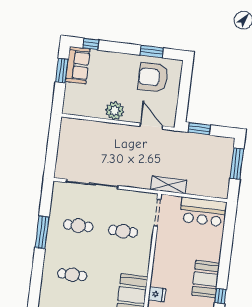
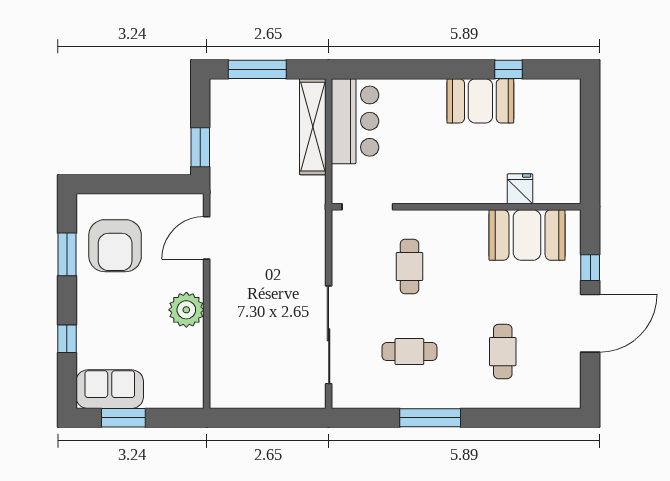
window: (91, 44) -> (67, 339), moved
shelving: (169, 185) -> (313, 127), moved, width x1.47
cafe table: (78, 226) -> (409, 352), turned 90

